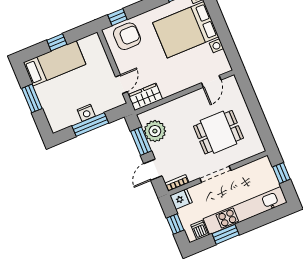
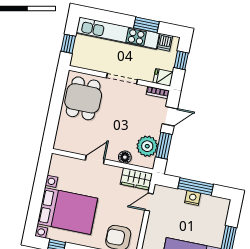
door: (211, 81) -> (95, 160), moved
floor lamp: (168, 109) -> (125, 157), added
dining table: (218, 132) -> (83, 98), moved, turned 90

